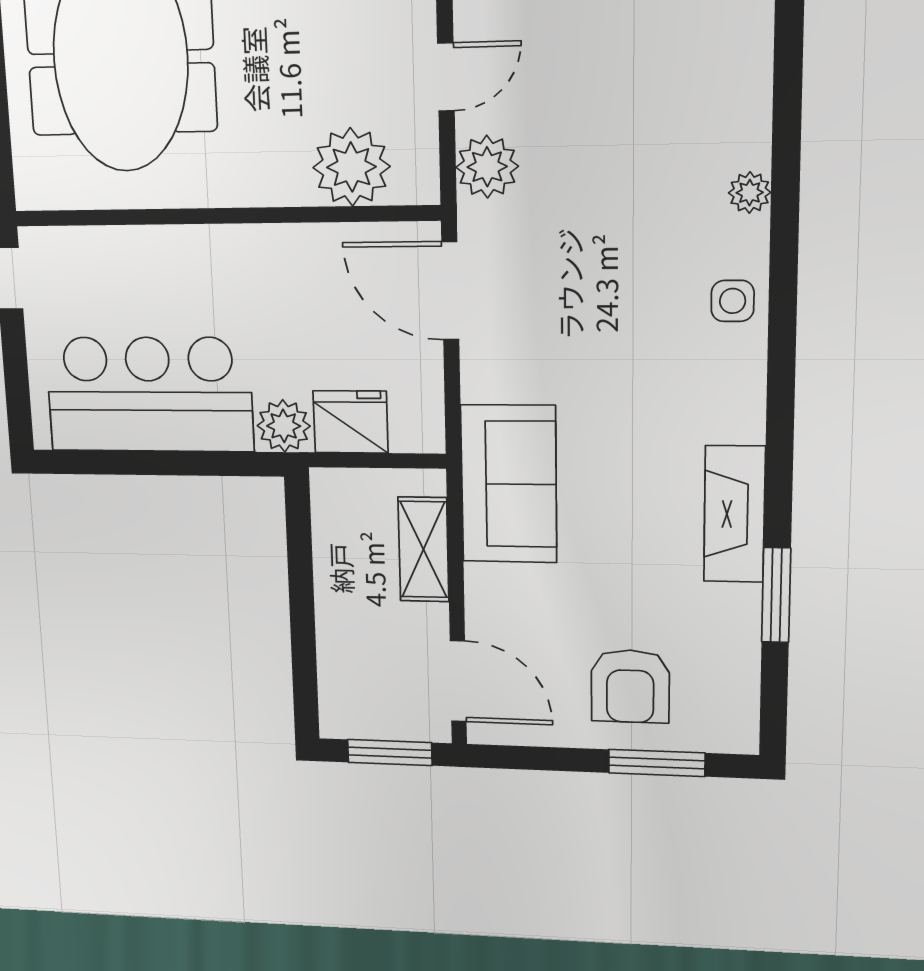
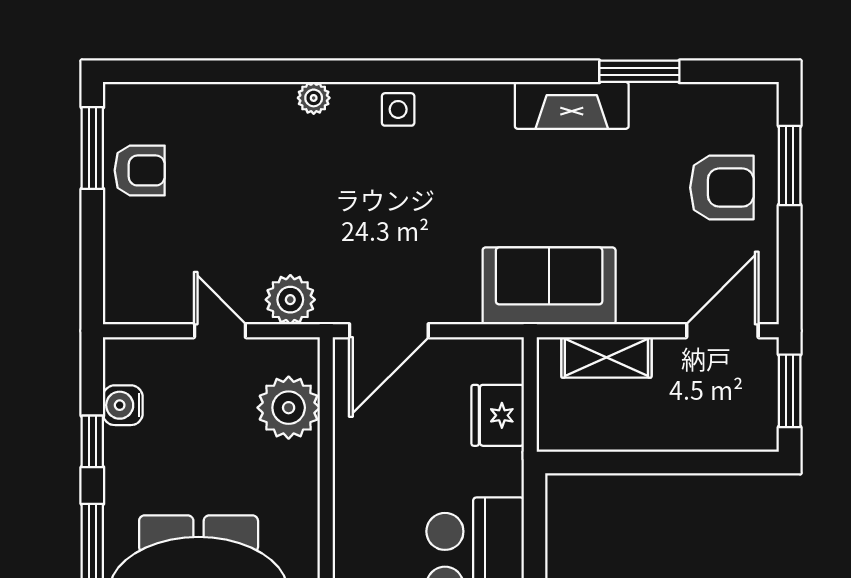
plant: (284, 426) -> (501, 472), removed

